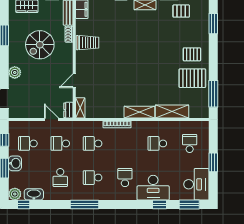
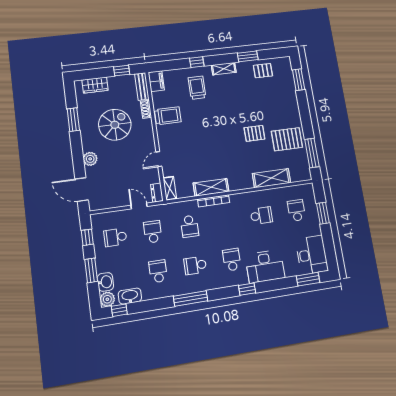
trolley: (118, 20) -> (197, 88), added
spiral stairs: (40, 45) -> (115, 125), turned 180
pallet: (192, 54) -> (254, 133), moved
shelving: (139, 112) -> (211, 187), moved
school desk: (60, 143) -> (153, 232), turned 90
school desk: (93, 143) -> (190, 226), turned -90
school desk: (157, 143) -> (261, 216), turned 180
window: (213, 162) -> (323, 213), moved
washbasin: (15, 163) -> (105, 282), moved
school desk: (60, 178) -> (158, 271), turned 180
window: (160, 205) -> (247, 289), moved

